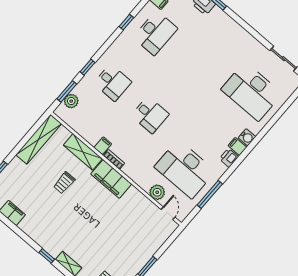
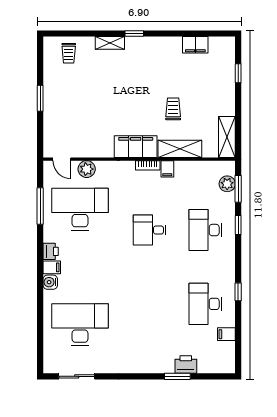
desk: (113, 83) -> (205, 230), width x1.37
shelving: (39, 139) -> (227, 137), width x0.68

